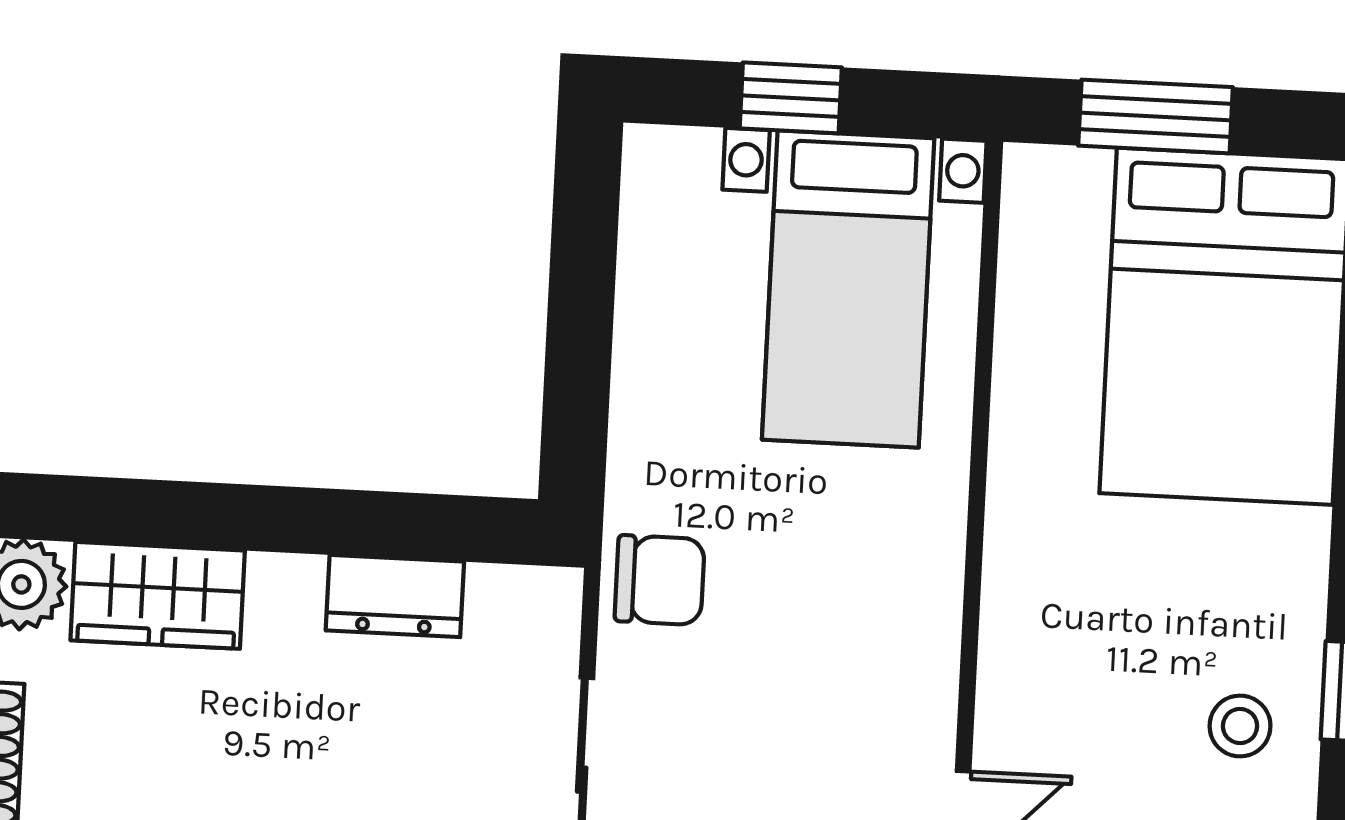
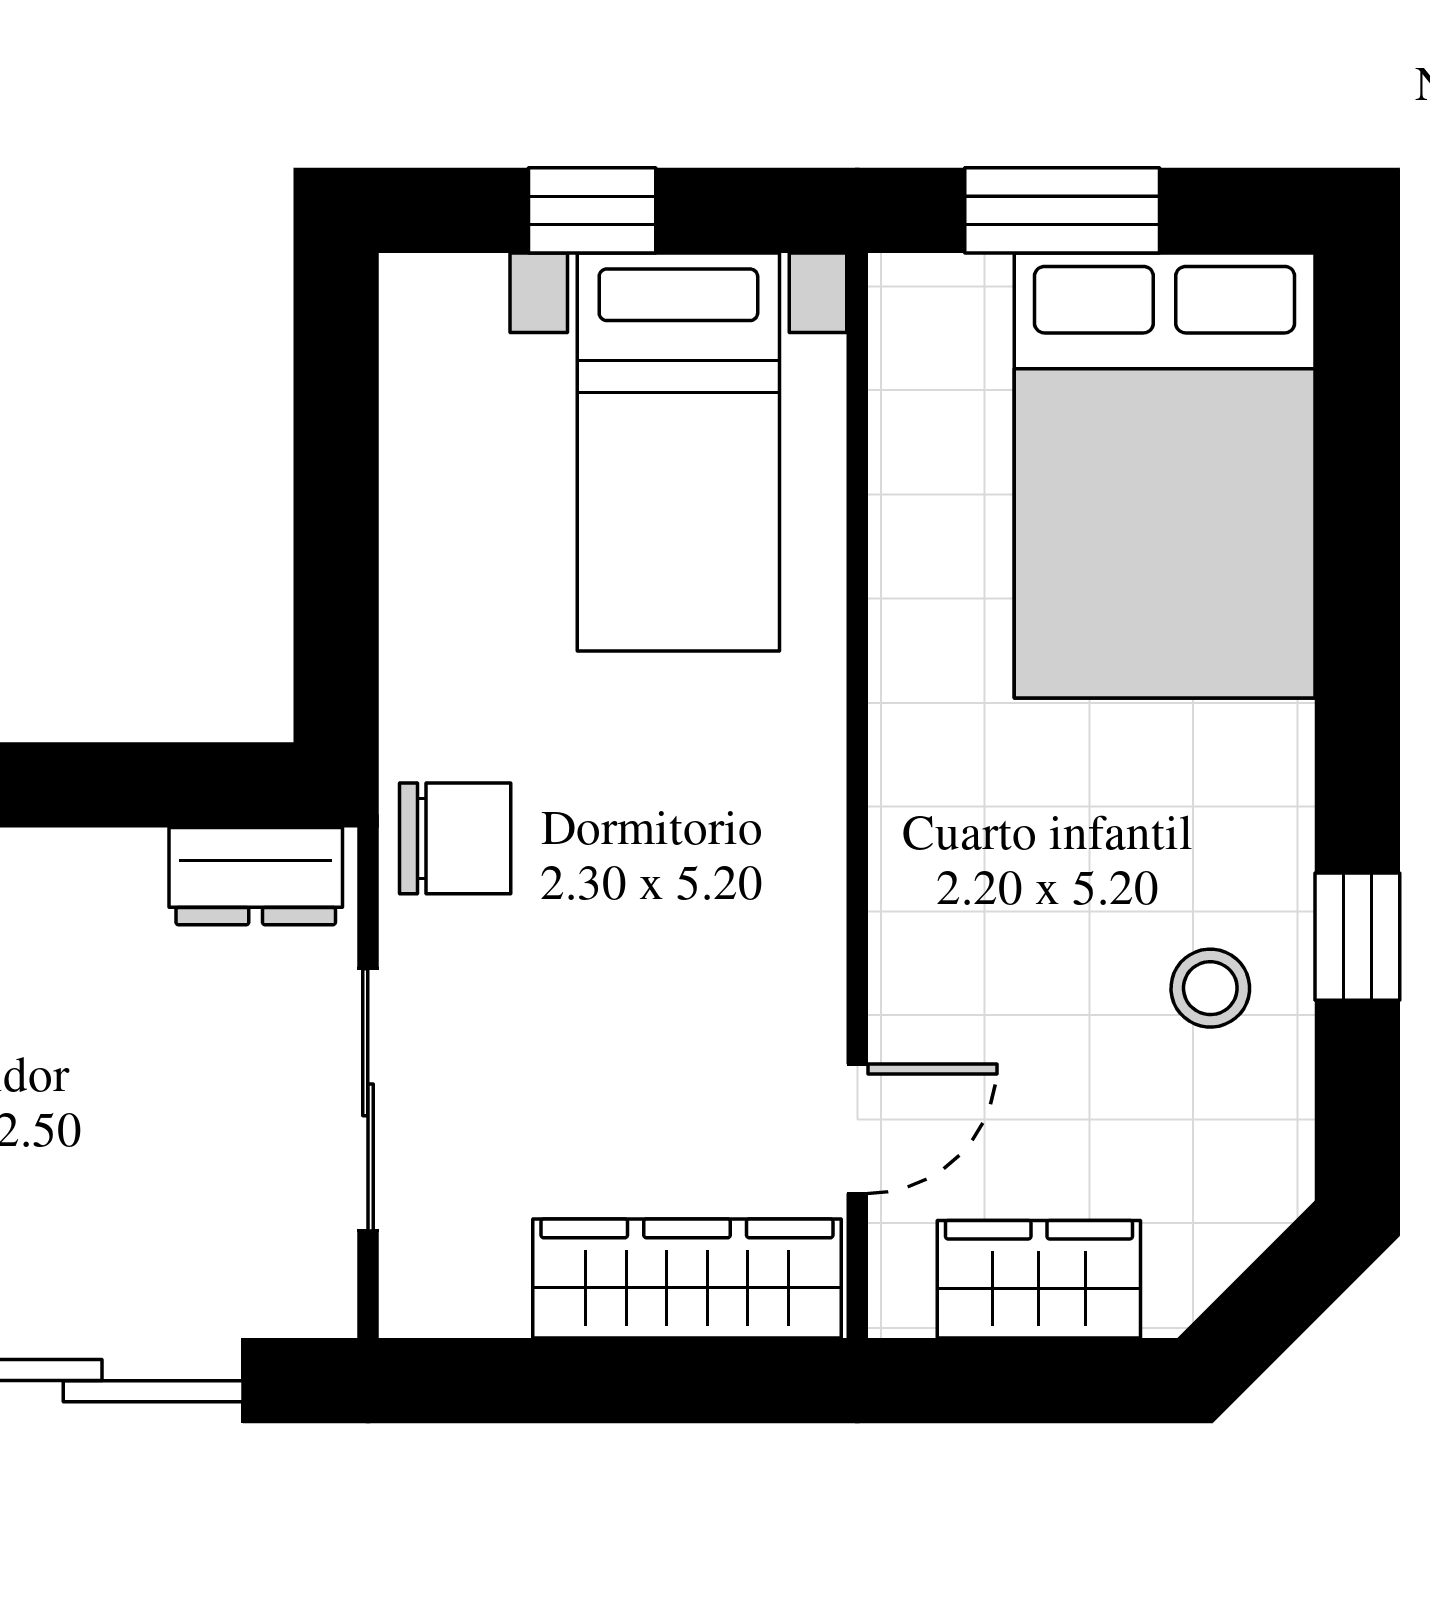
dresser: (395, 596) -> (256, 876), moved

